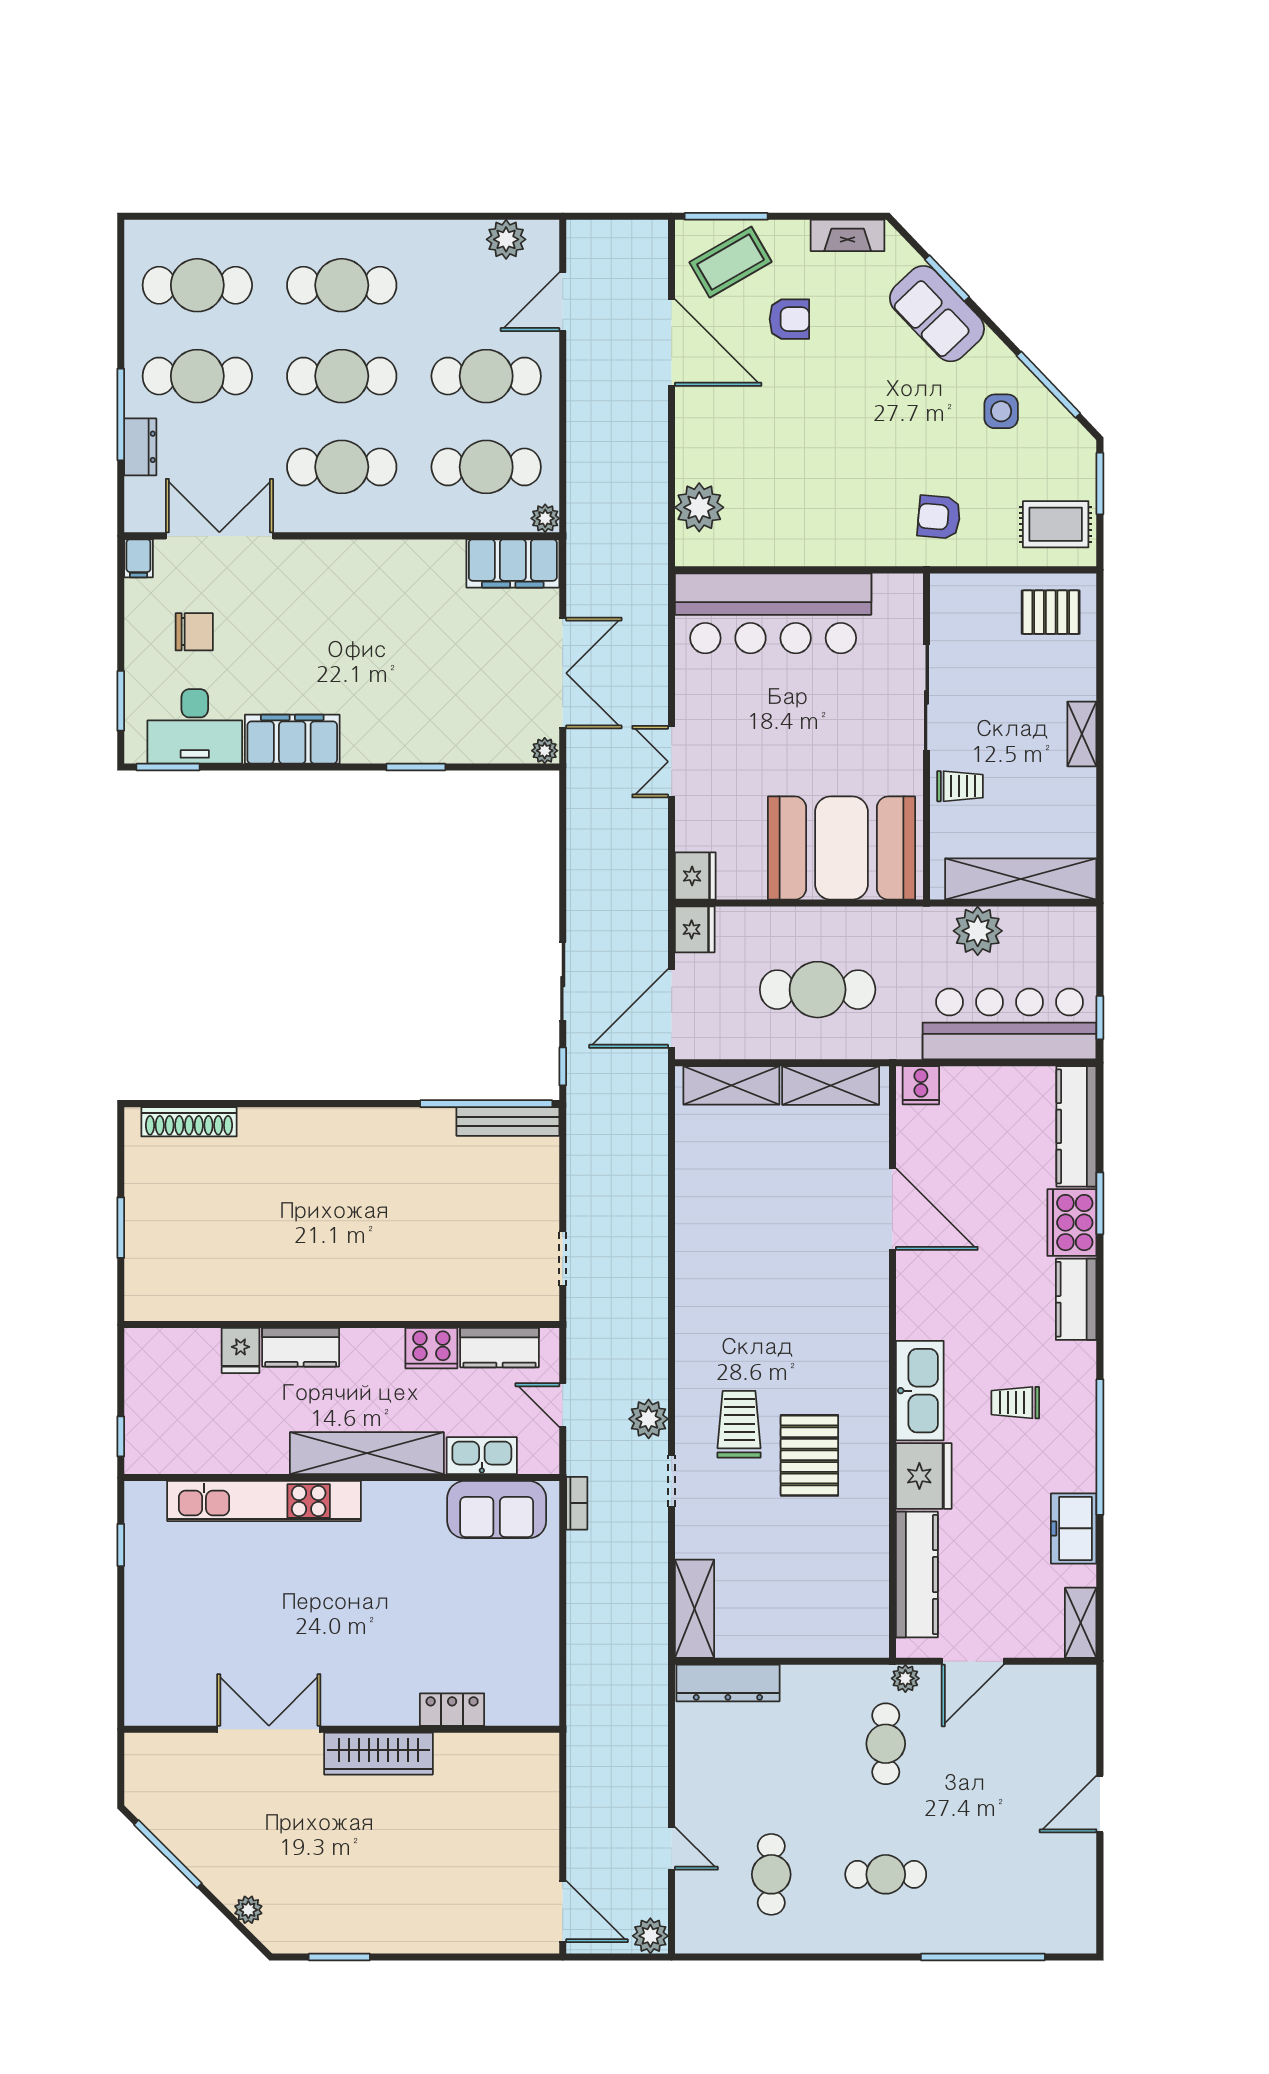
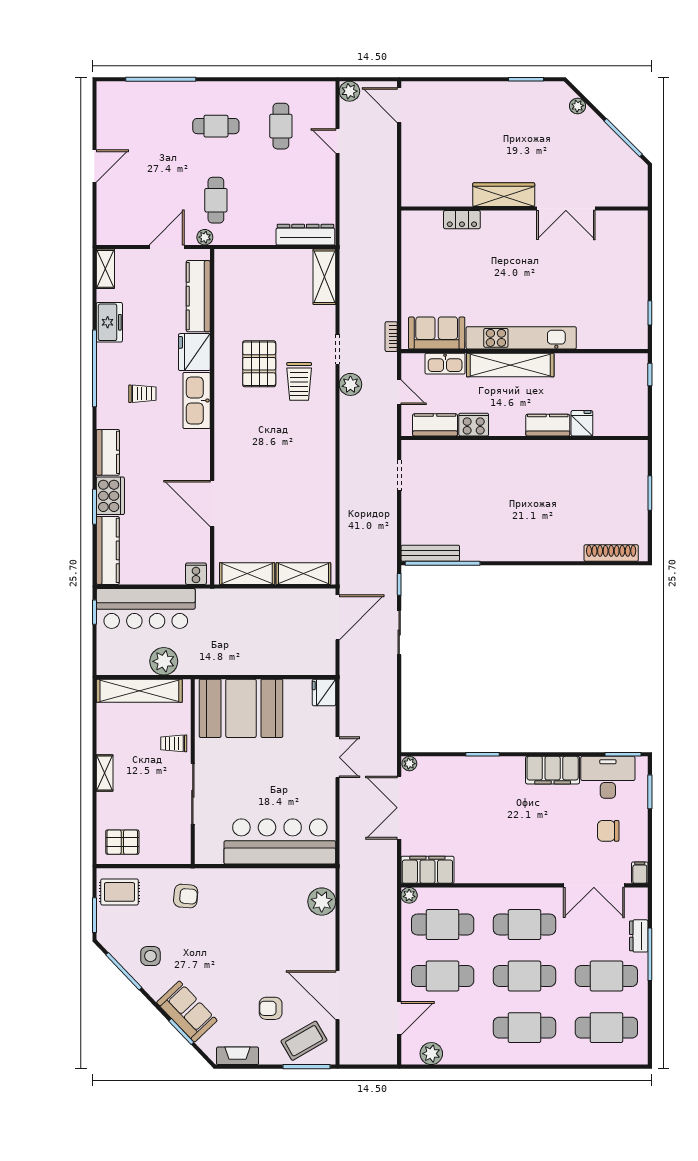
fridge: (695, 929) -> (324, 662), removed
cafe table: (818, 990) -> (255, 628), removed
kitchen unit: (264, 1501) -> (521, 338), moved

